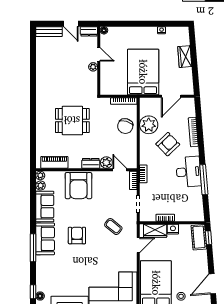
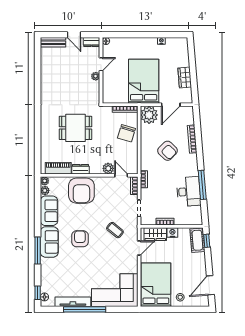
door: (99, 54) -> (101, 64), hinge flipped
wardrobe: (185, 57) -> (185, 77), moved
plant: (149, 125) -> (149, 115), moved
armchair: (168, 144) -> (167, 151), turned 88
dresser: (91, 163) -> (81, 169), moved
desk: (188, 172) -> (189, 192), moved

